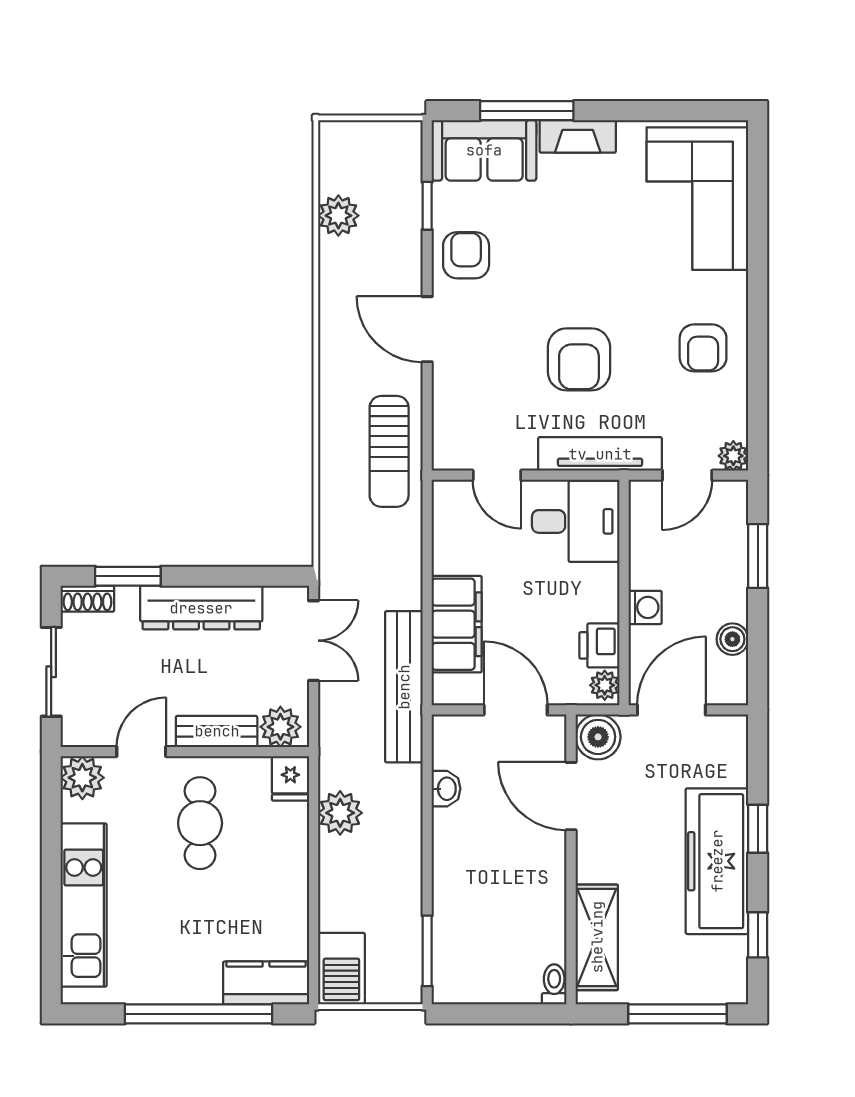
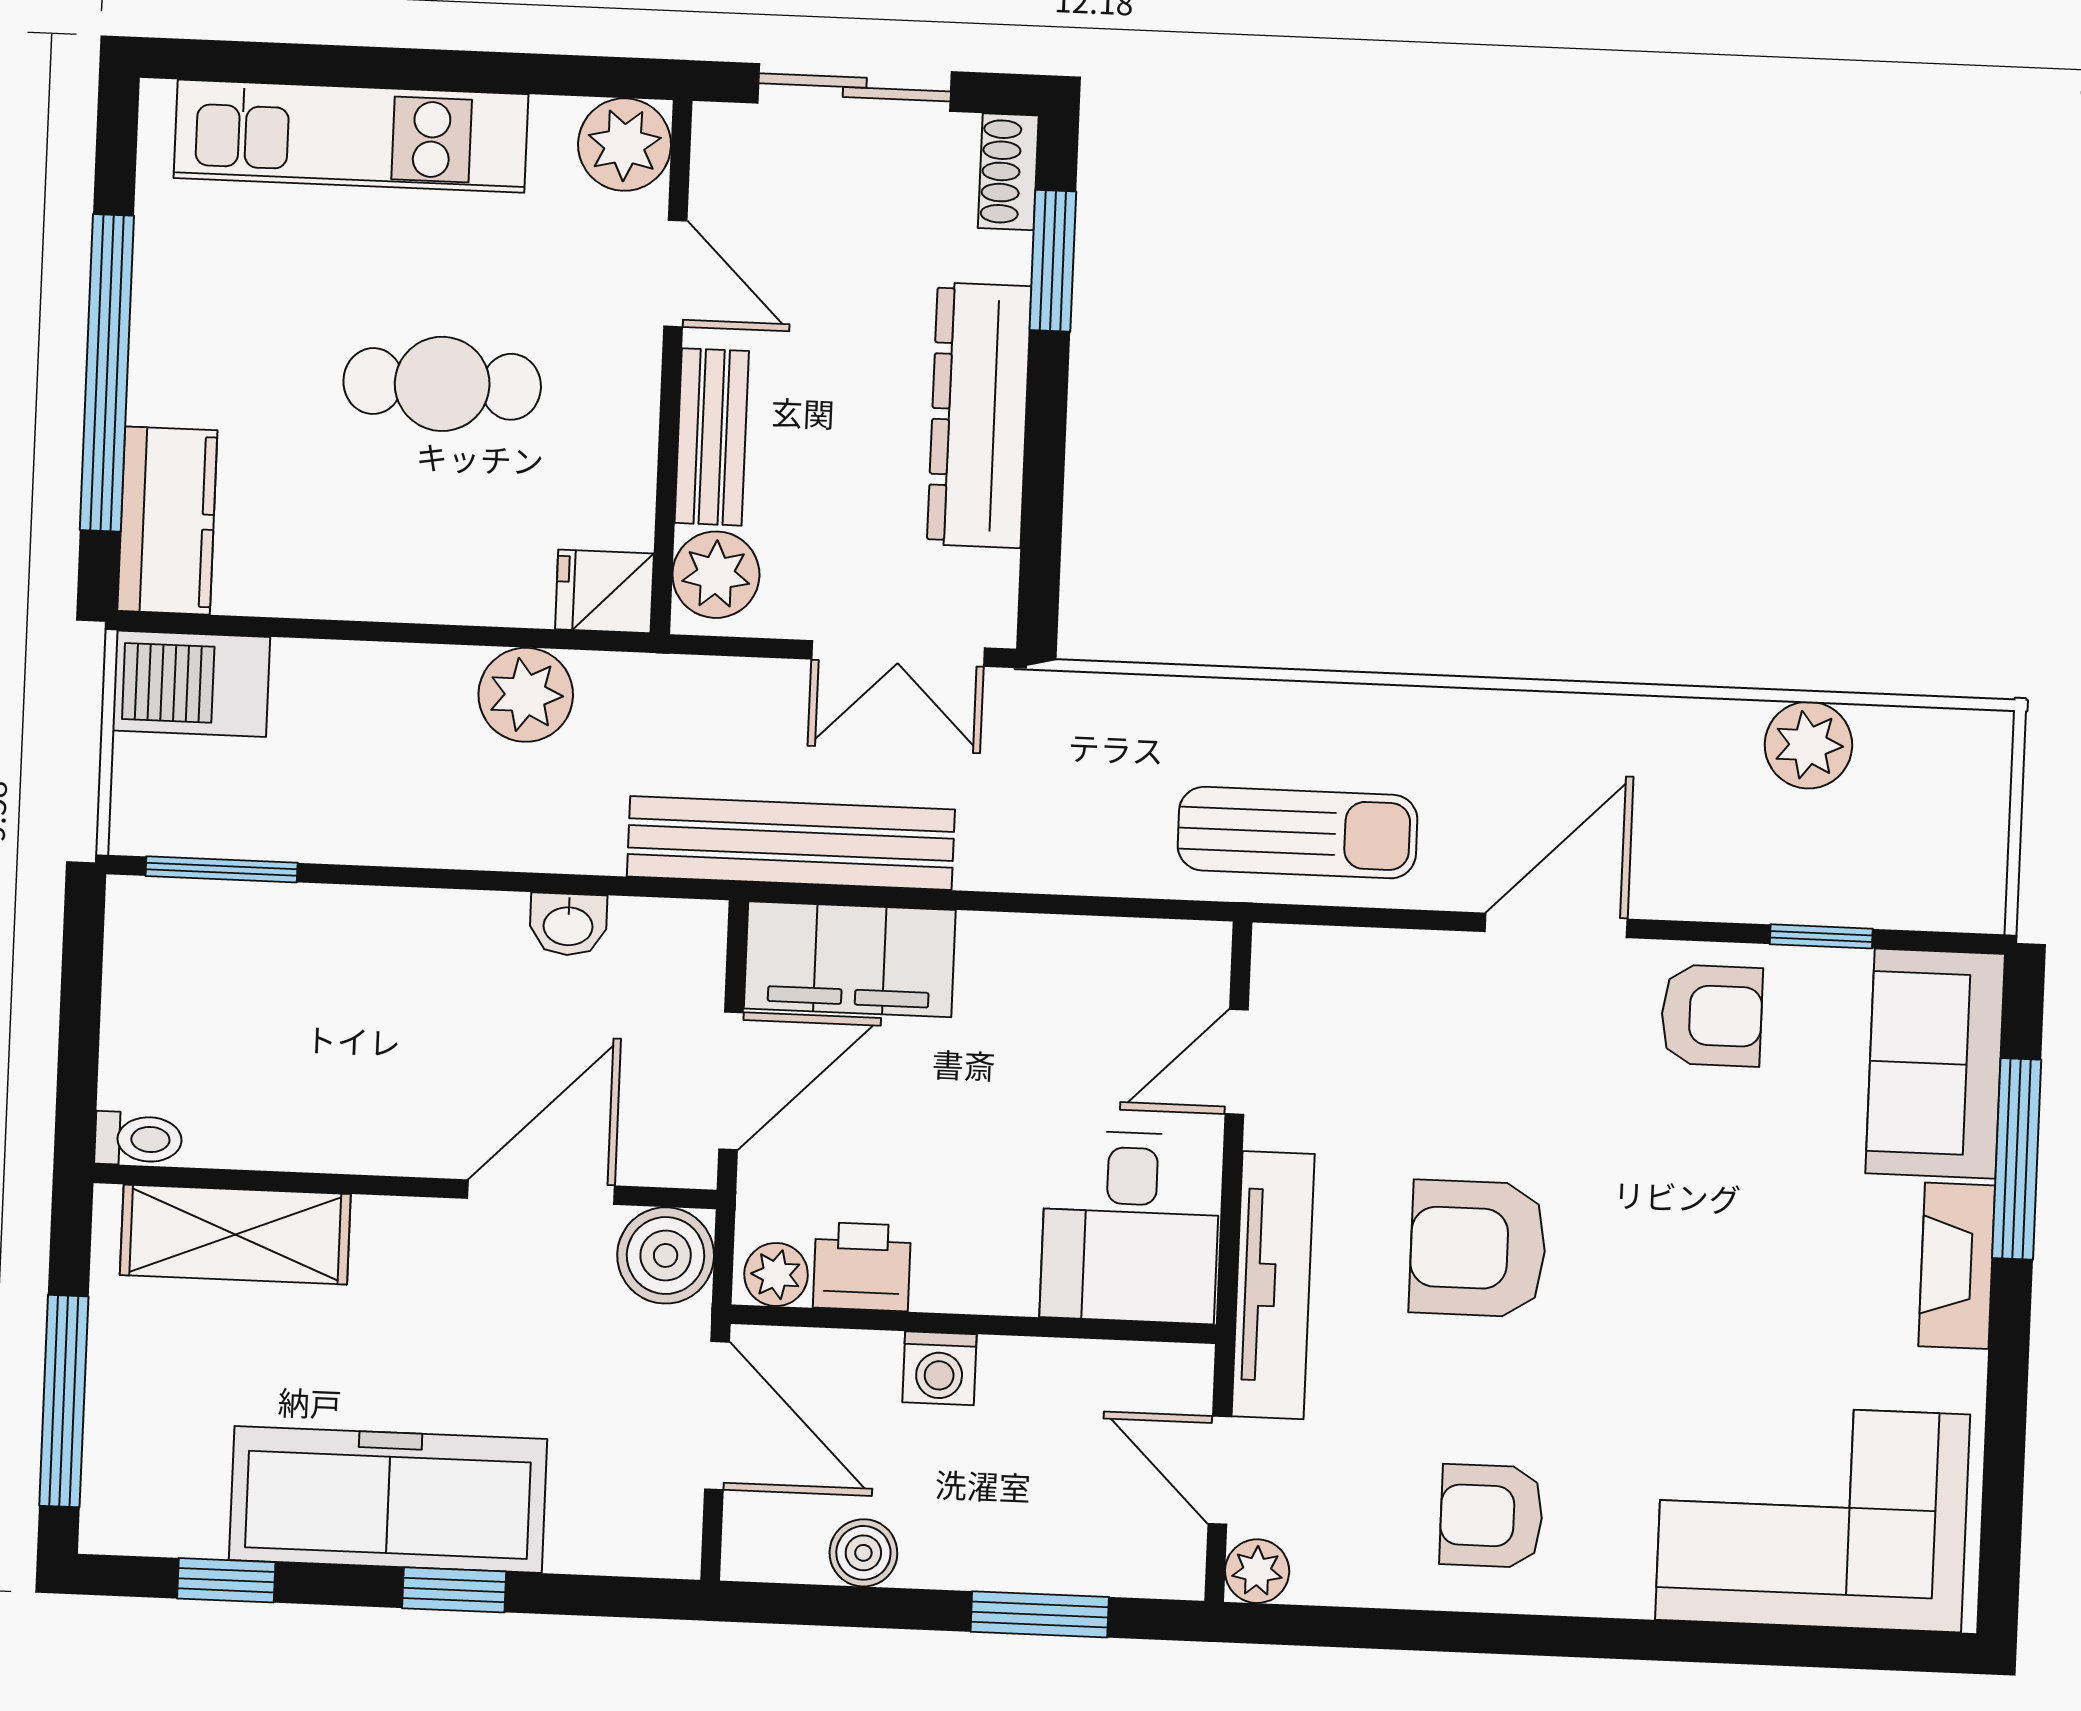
sun lounger: (389, 451) -> (1297, 833), turned 180
filing cabinet: (457, 624) -> (850, 959), moved
cafe table: (200, 823) -> (442, 384), moved

